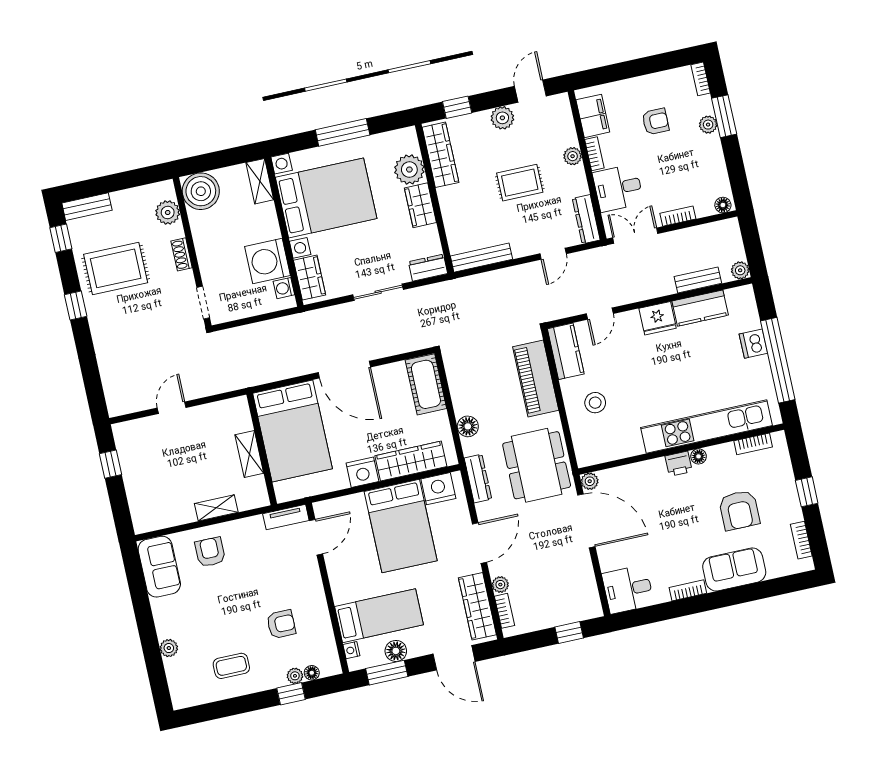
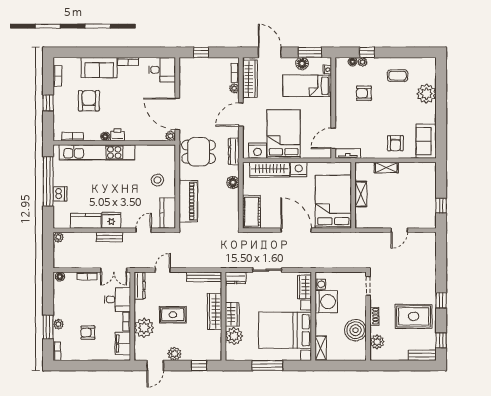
wardrobe: (440, 155) -> (215, 312), moved
plant: (573, 156) -> (144, 328), width x1.88, depth x1.88
boiler: (201, 191) -> (355, 330), moved
bench: (698, 280) -> (109, 237), moved
dining table: (537, 465) -> (199, 152), width x0.73
plant: (169, 648) -> (426, 94), width x1.87, depth x1.87

